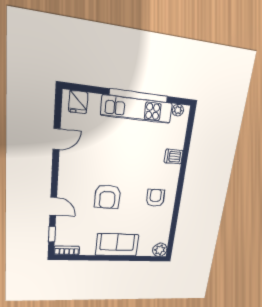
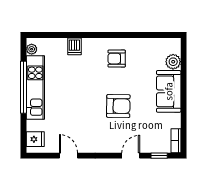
plant: (160, 250) -> (173, 62), moved

